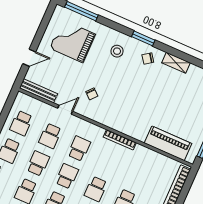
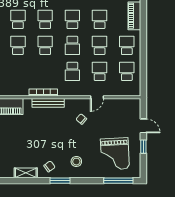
window: (39, 36) -> (143, 147), added
grand piano: (72, 41) -> (115, 154), turned 87
door: (29, 58) -> (143, 126), swing flipped
bench: (38, 91) -> (48, 103), moved
school desk: (38, 163) -> (100, 45), turned 180

